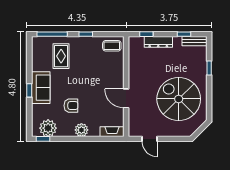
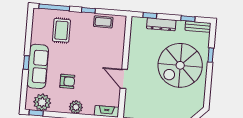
coffee table: (112, 46) -> (103, 22), moved
sofa: (41, 88) -> (38, 66), width x1.36
spiral stairs: (179, 99) -> (180, 65), moved, turned -90

